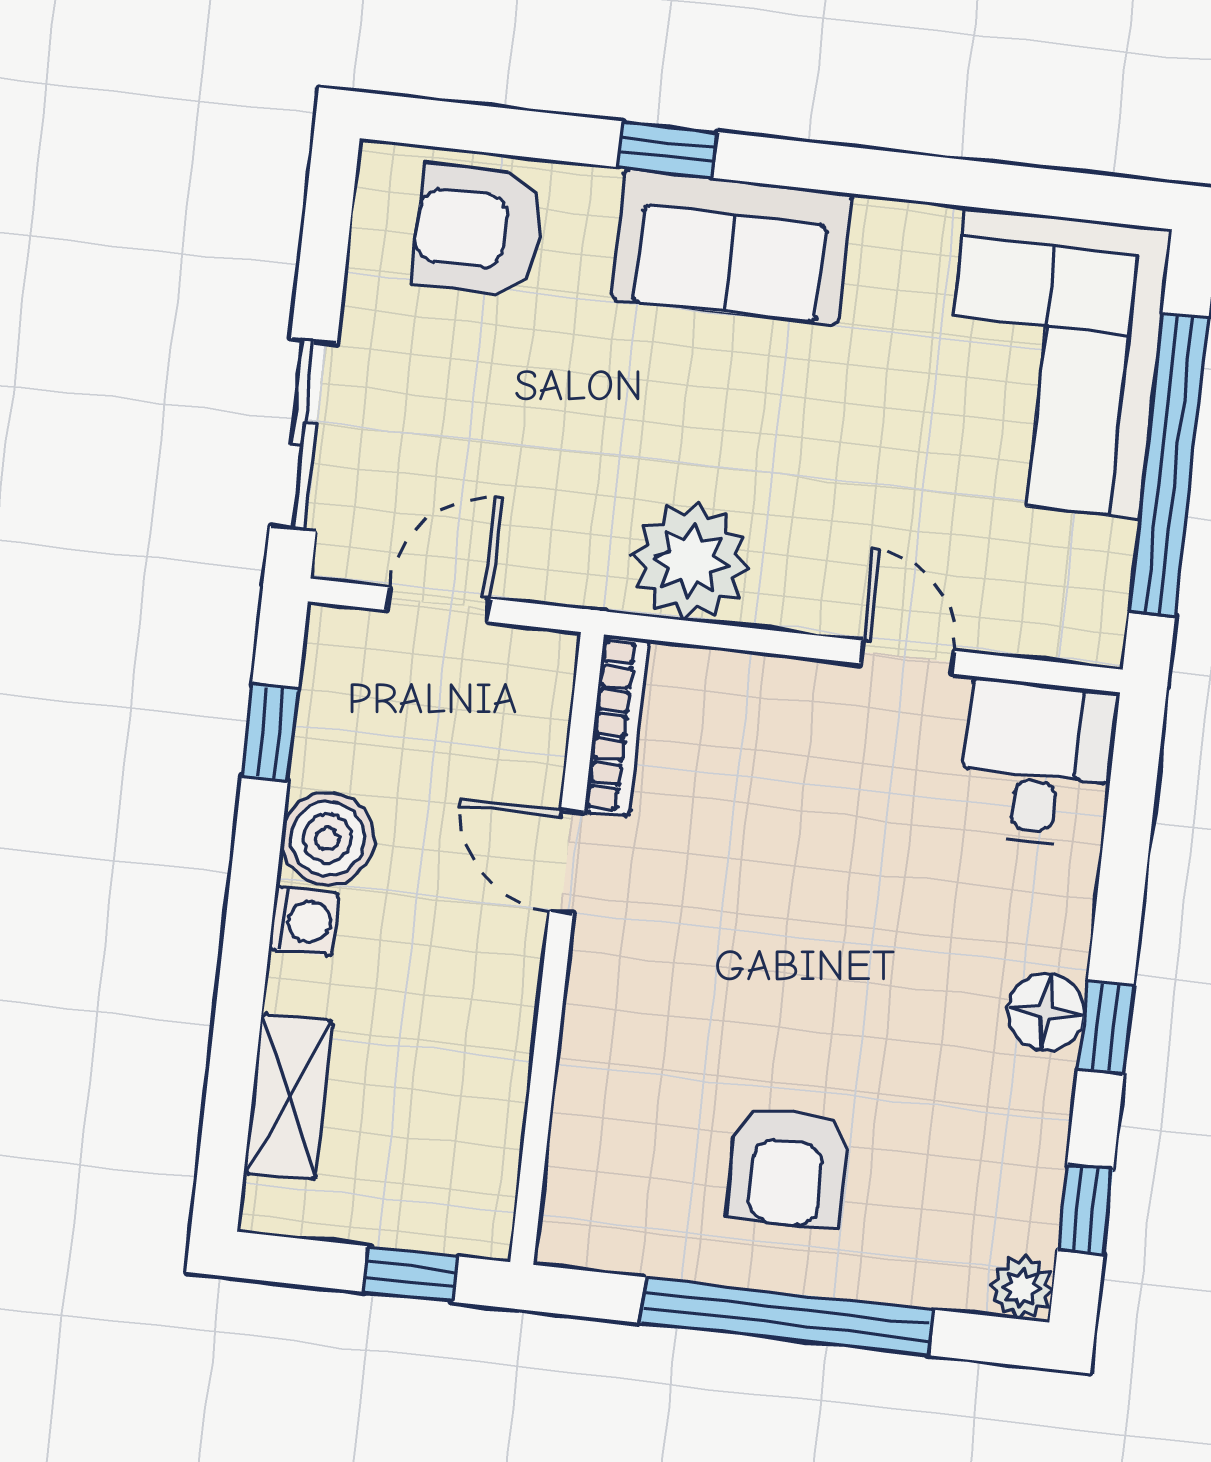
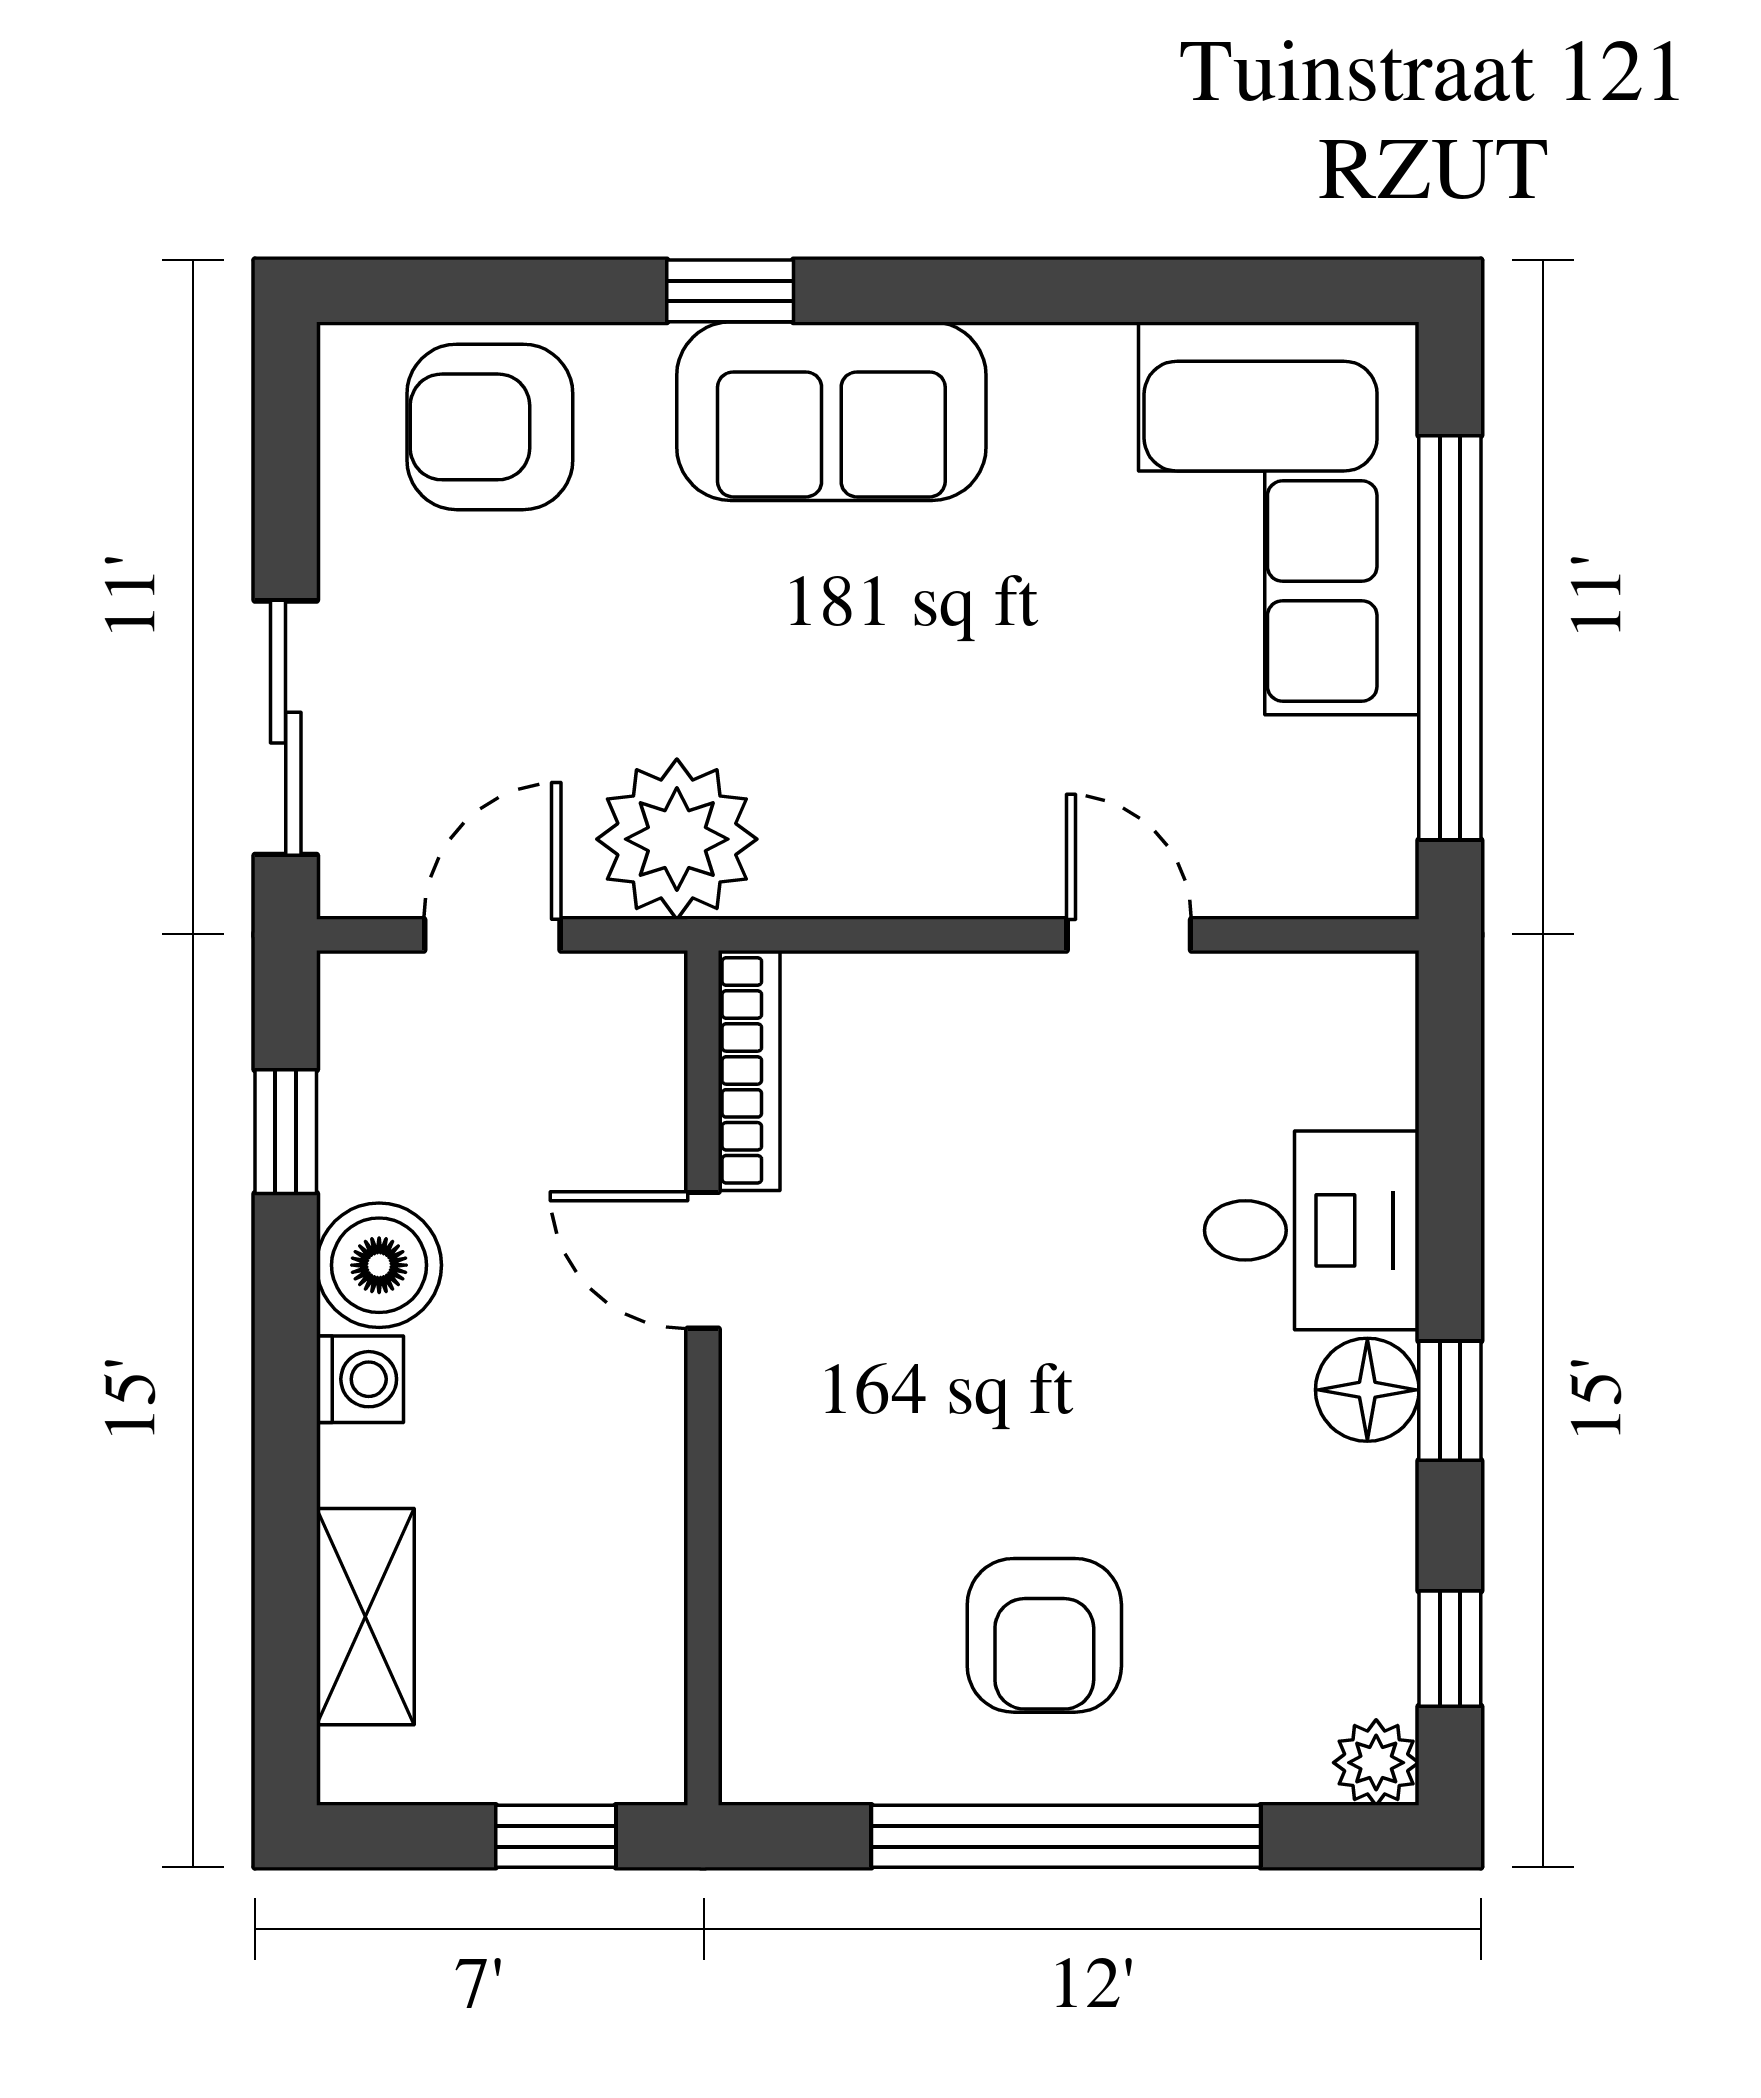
plant: (691, 561) -> (677, 839), moved
desk: (1038, 763) -> (1312, 1230), moved, turned 90

